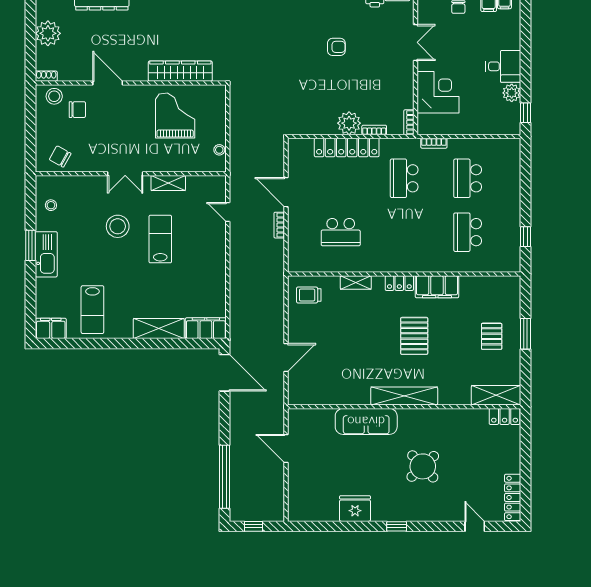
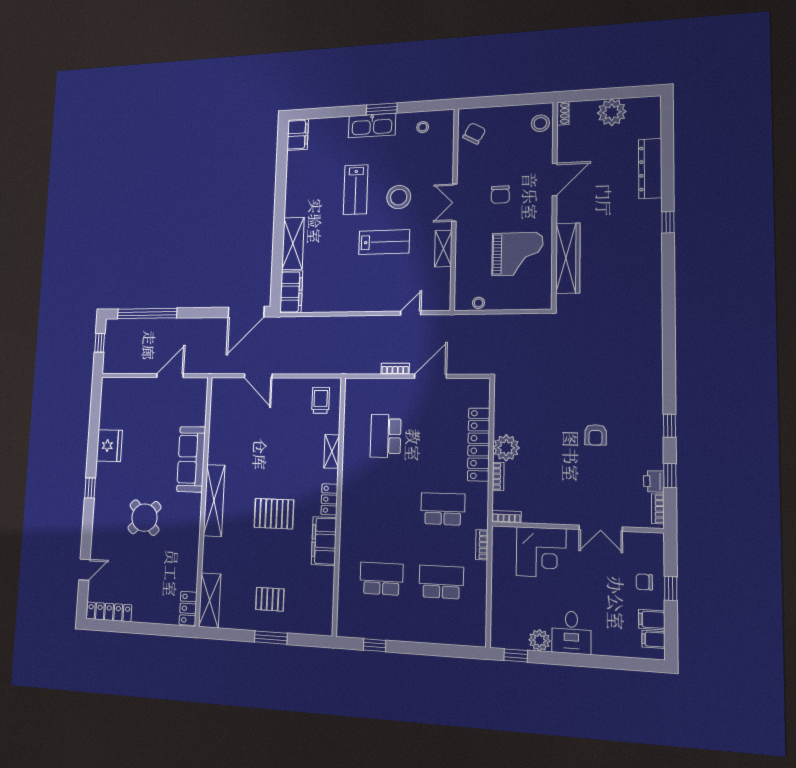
chair: (77, 110) -> (500, 195), moved
lab bench: (92, 310) -> (356, 190), moved, turned -90

